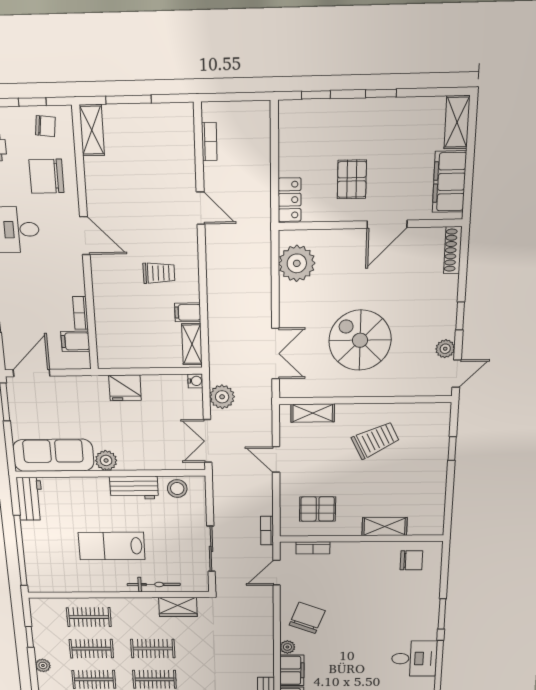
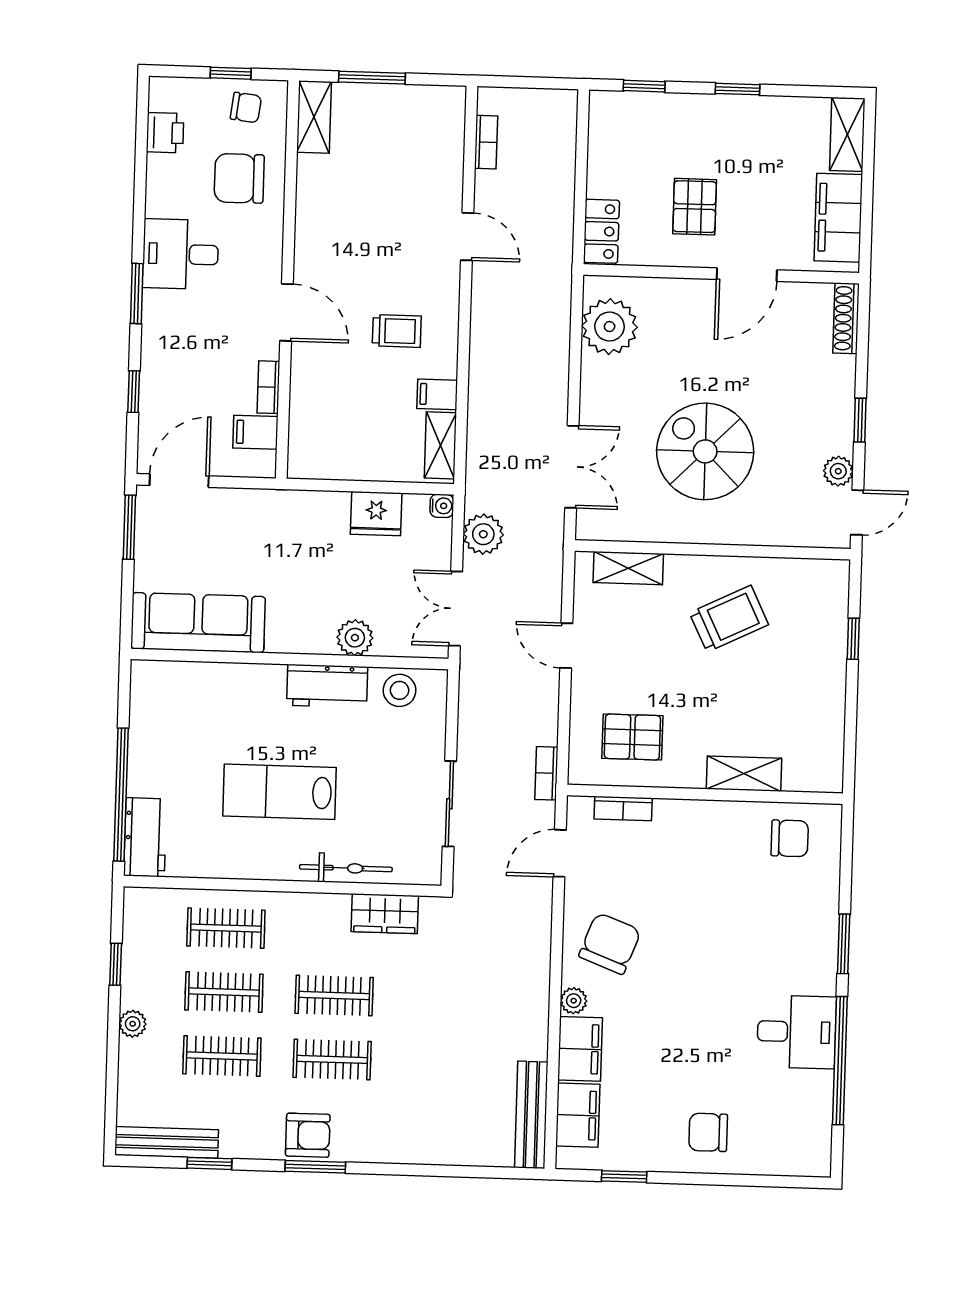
door: (85, 236) -> (286, 312), moved
fridge: (125, 388) -> (376, 514), moved
plant: (106, 460) -> (355, 638), moved
workbench: (30, 499) -> (145, 837), moved

